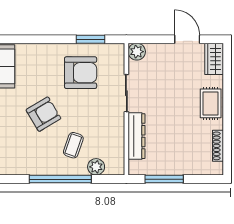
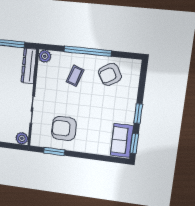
armchair: (43, 114) -> (110, 74), moved
dresser: (137, 136) -> (29, 66), moved
plant: (96, 167) -> (45, 56), moved

